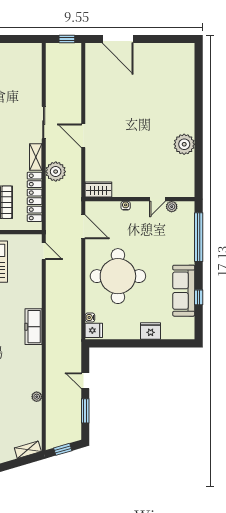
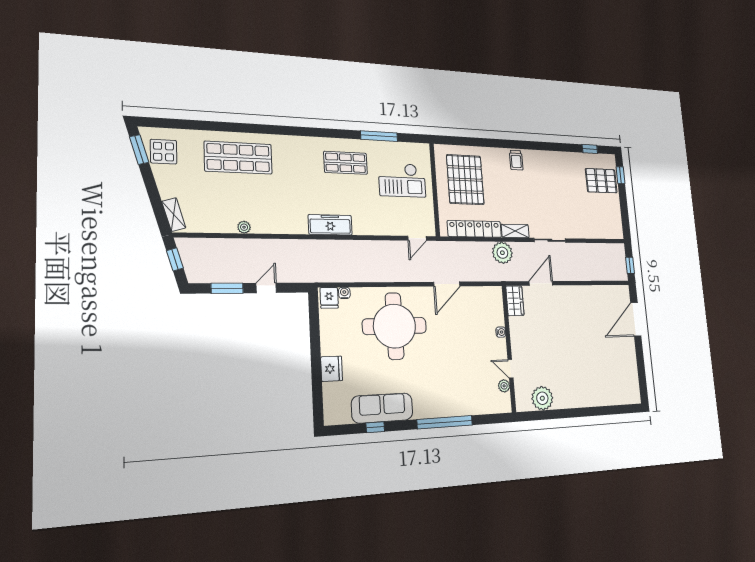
wardrobe: (98, 189) -> (515, 301), moved
wall: (140, 199) -> (509, 348), moved
door: (158, 199) -> (510, 369), moved
water cooler: (126, 206) -> (501, 332), moved
plant: (172, 207) -> (504, 386), moved

